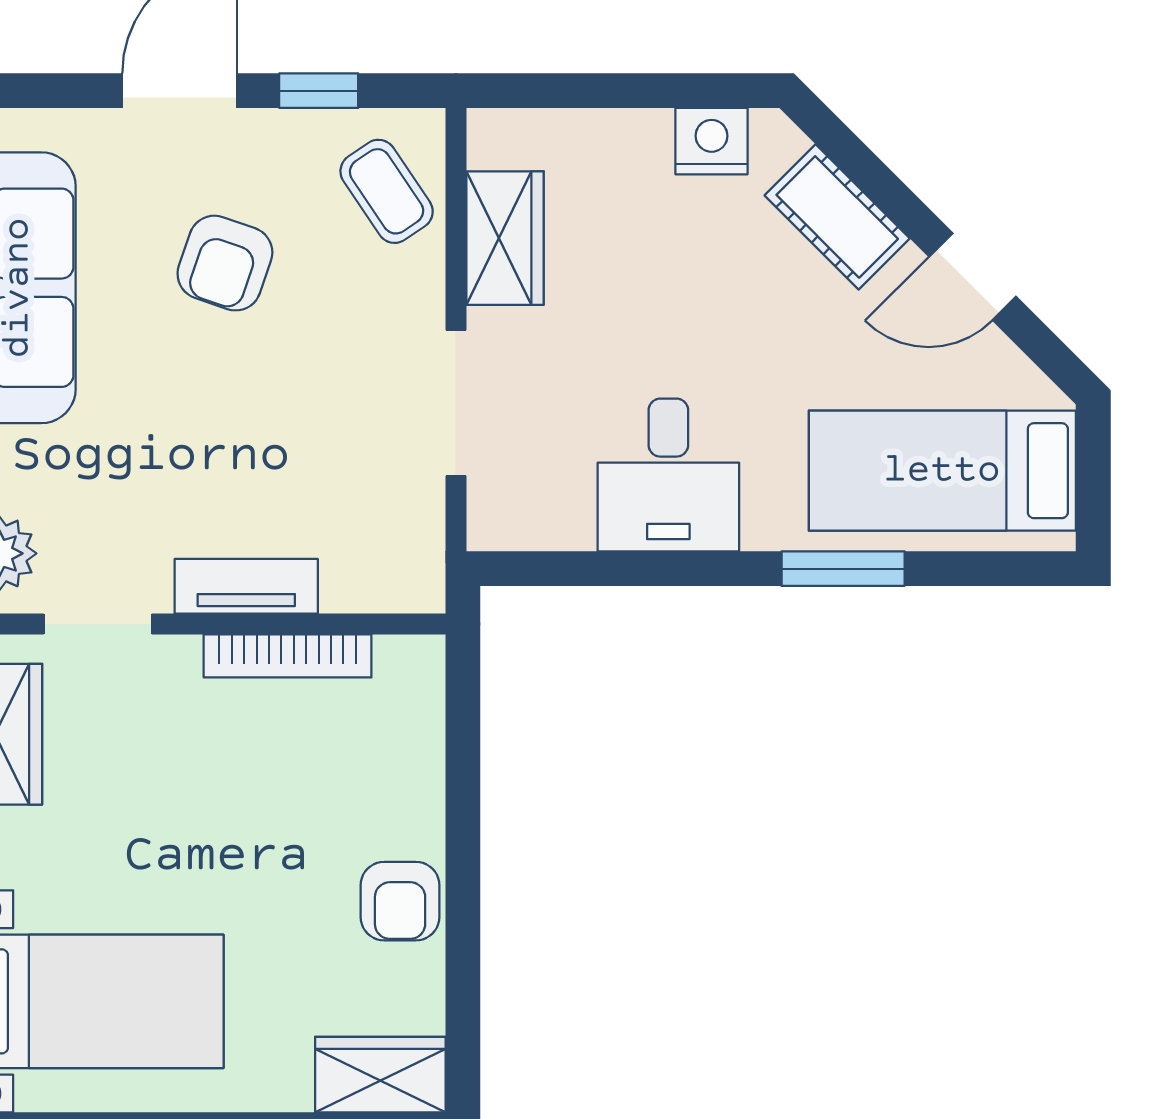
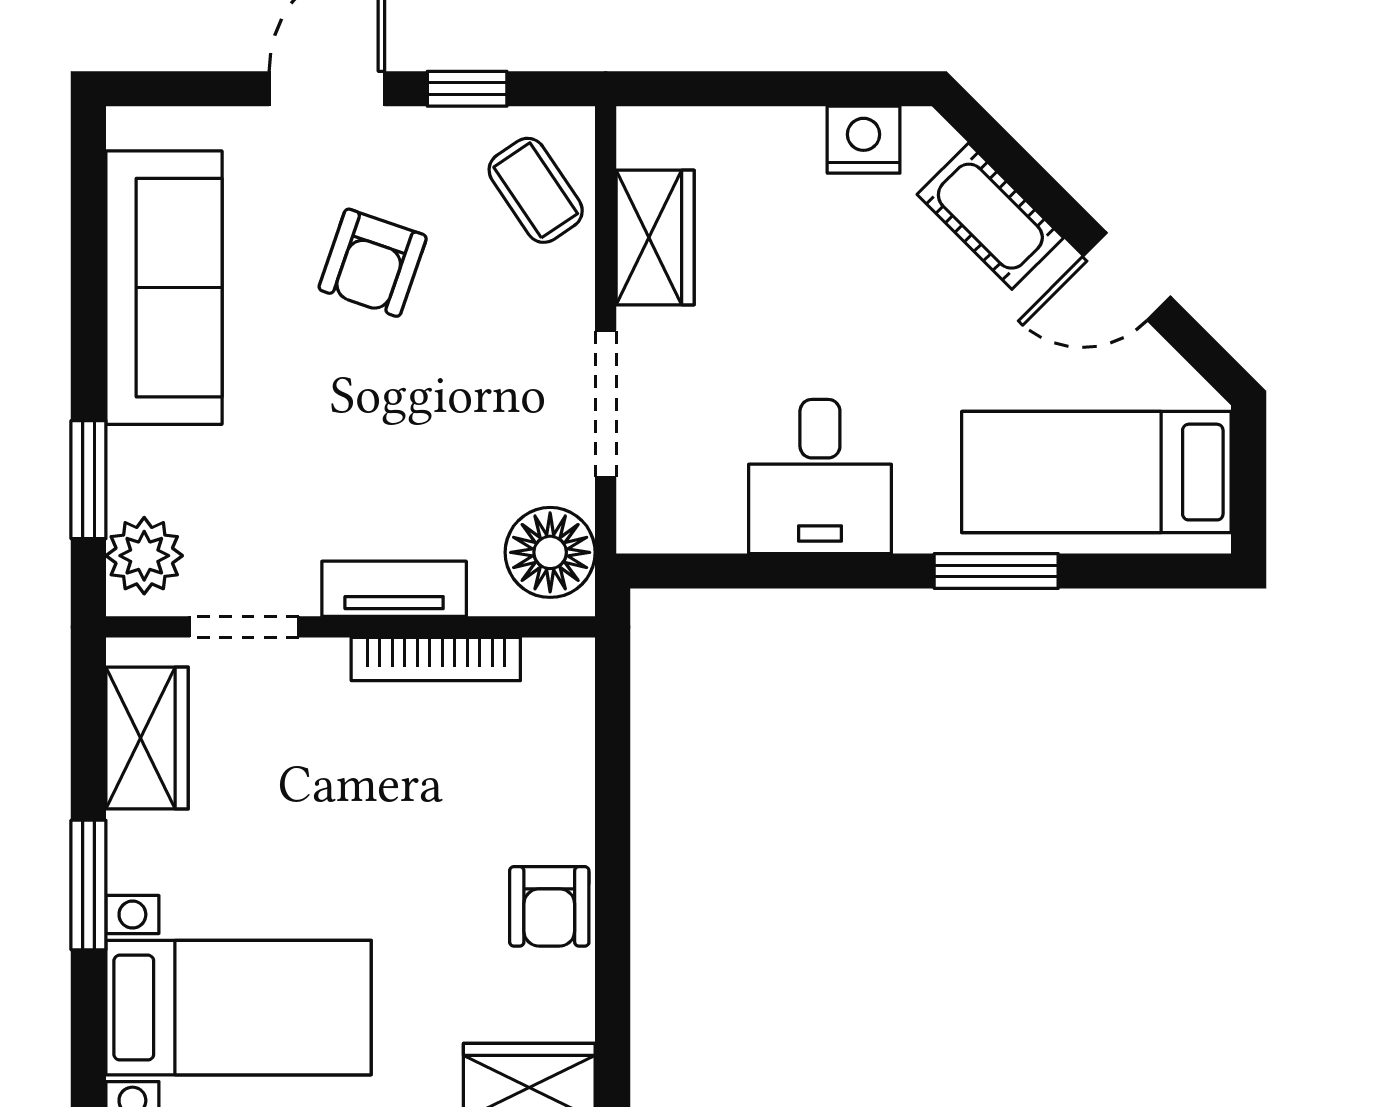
floor lamp: (401, 550) -> (550, 552), added

